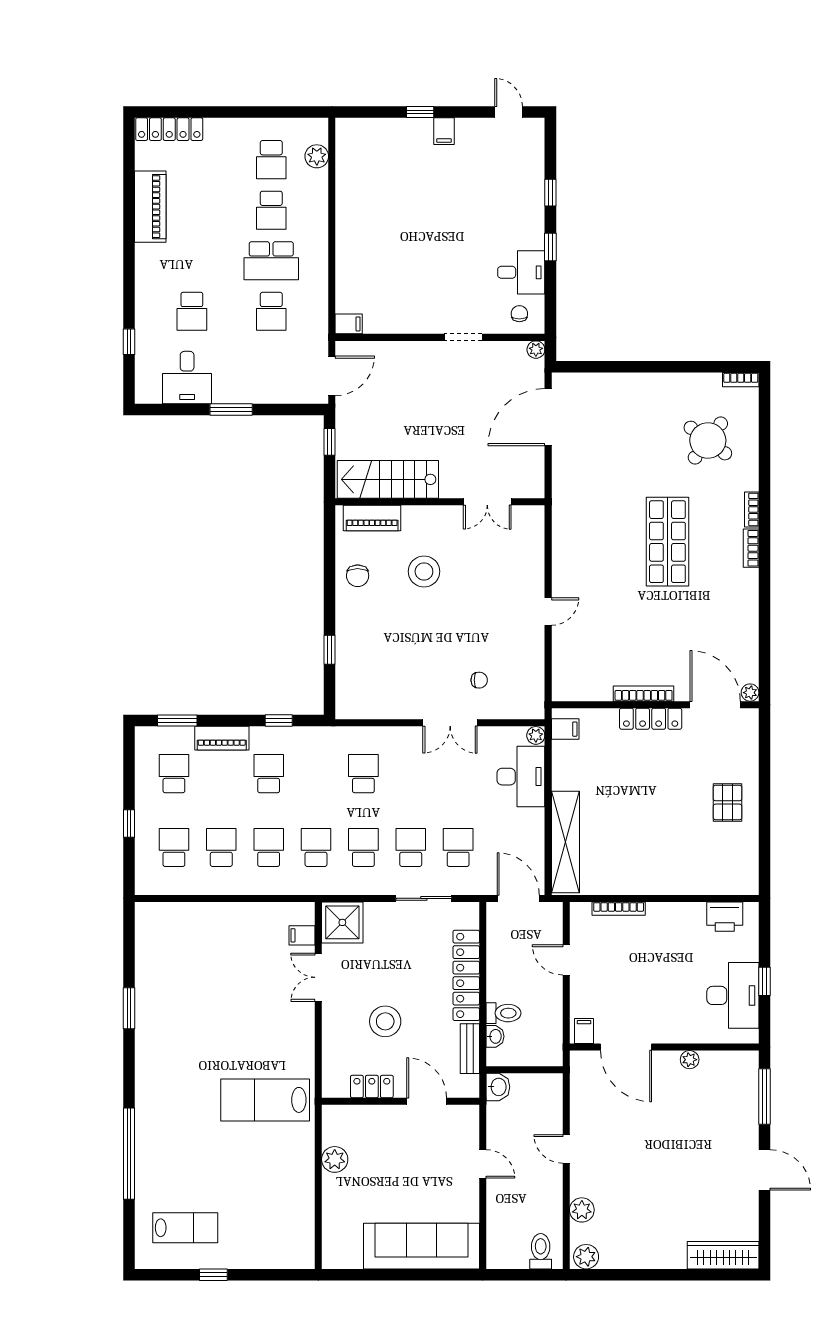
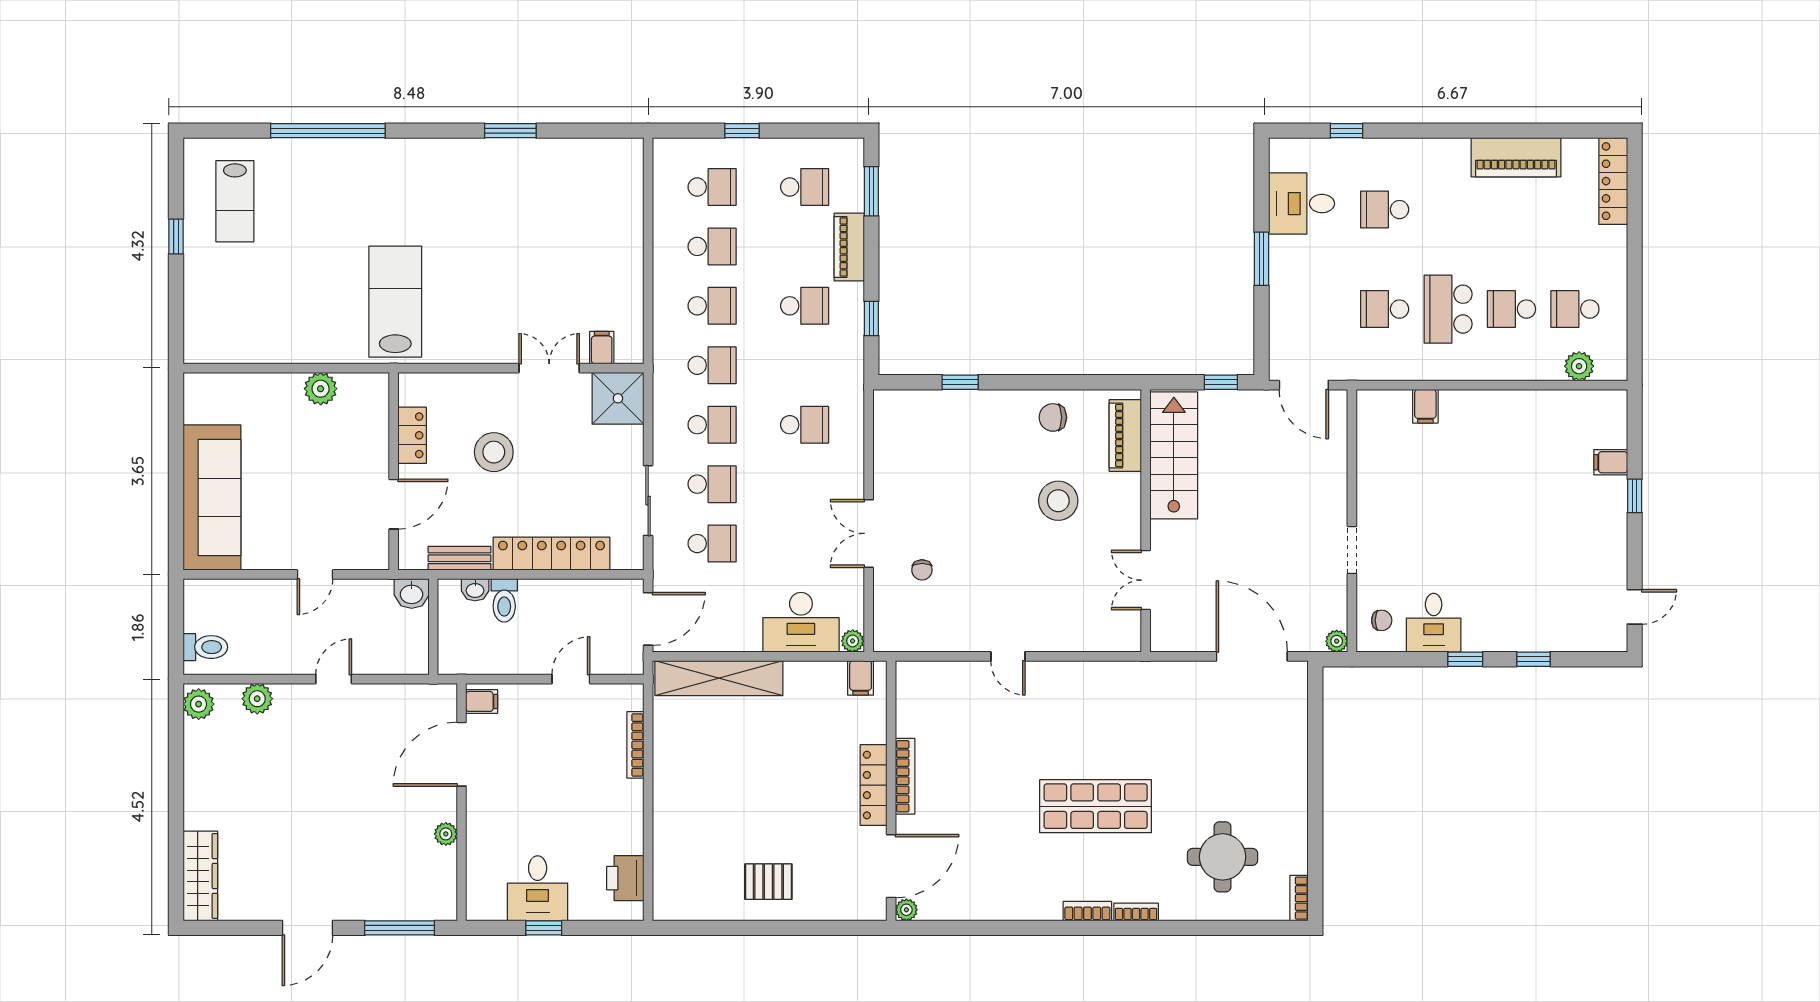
filing cabinet: (444, 131) -> (1611, 462), moved
filing cabinet: (349, 324) -> (1425, 406), moved
round table: (708, 441) -> (1223, 857), turned -37
desk: (733, 995) -> (538, 888), width x0.73

